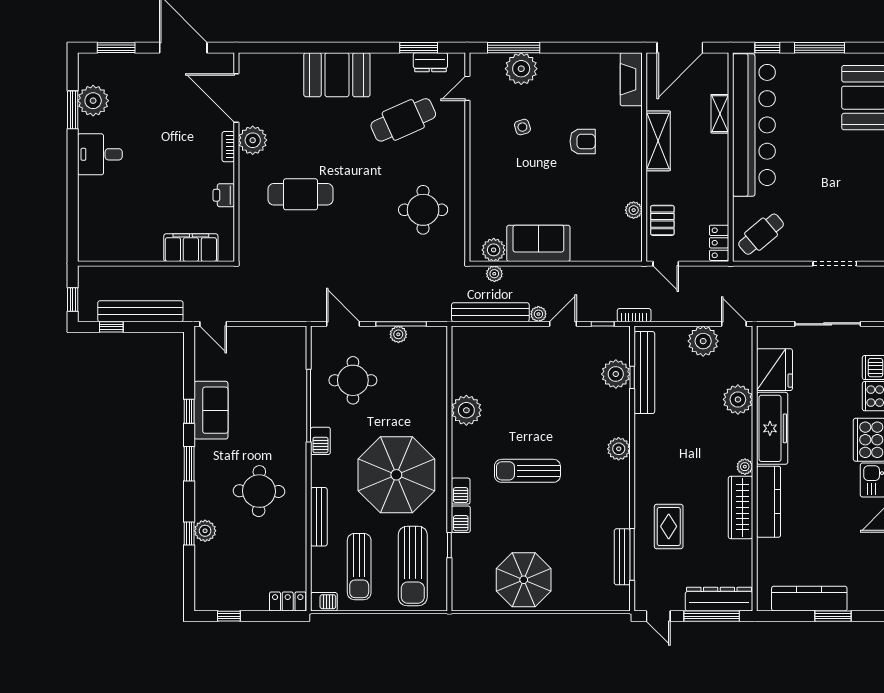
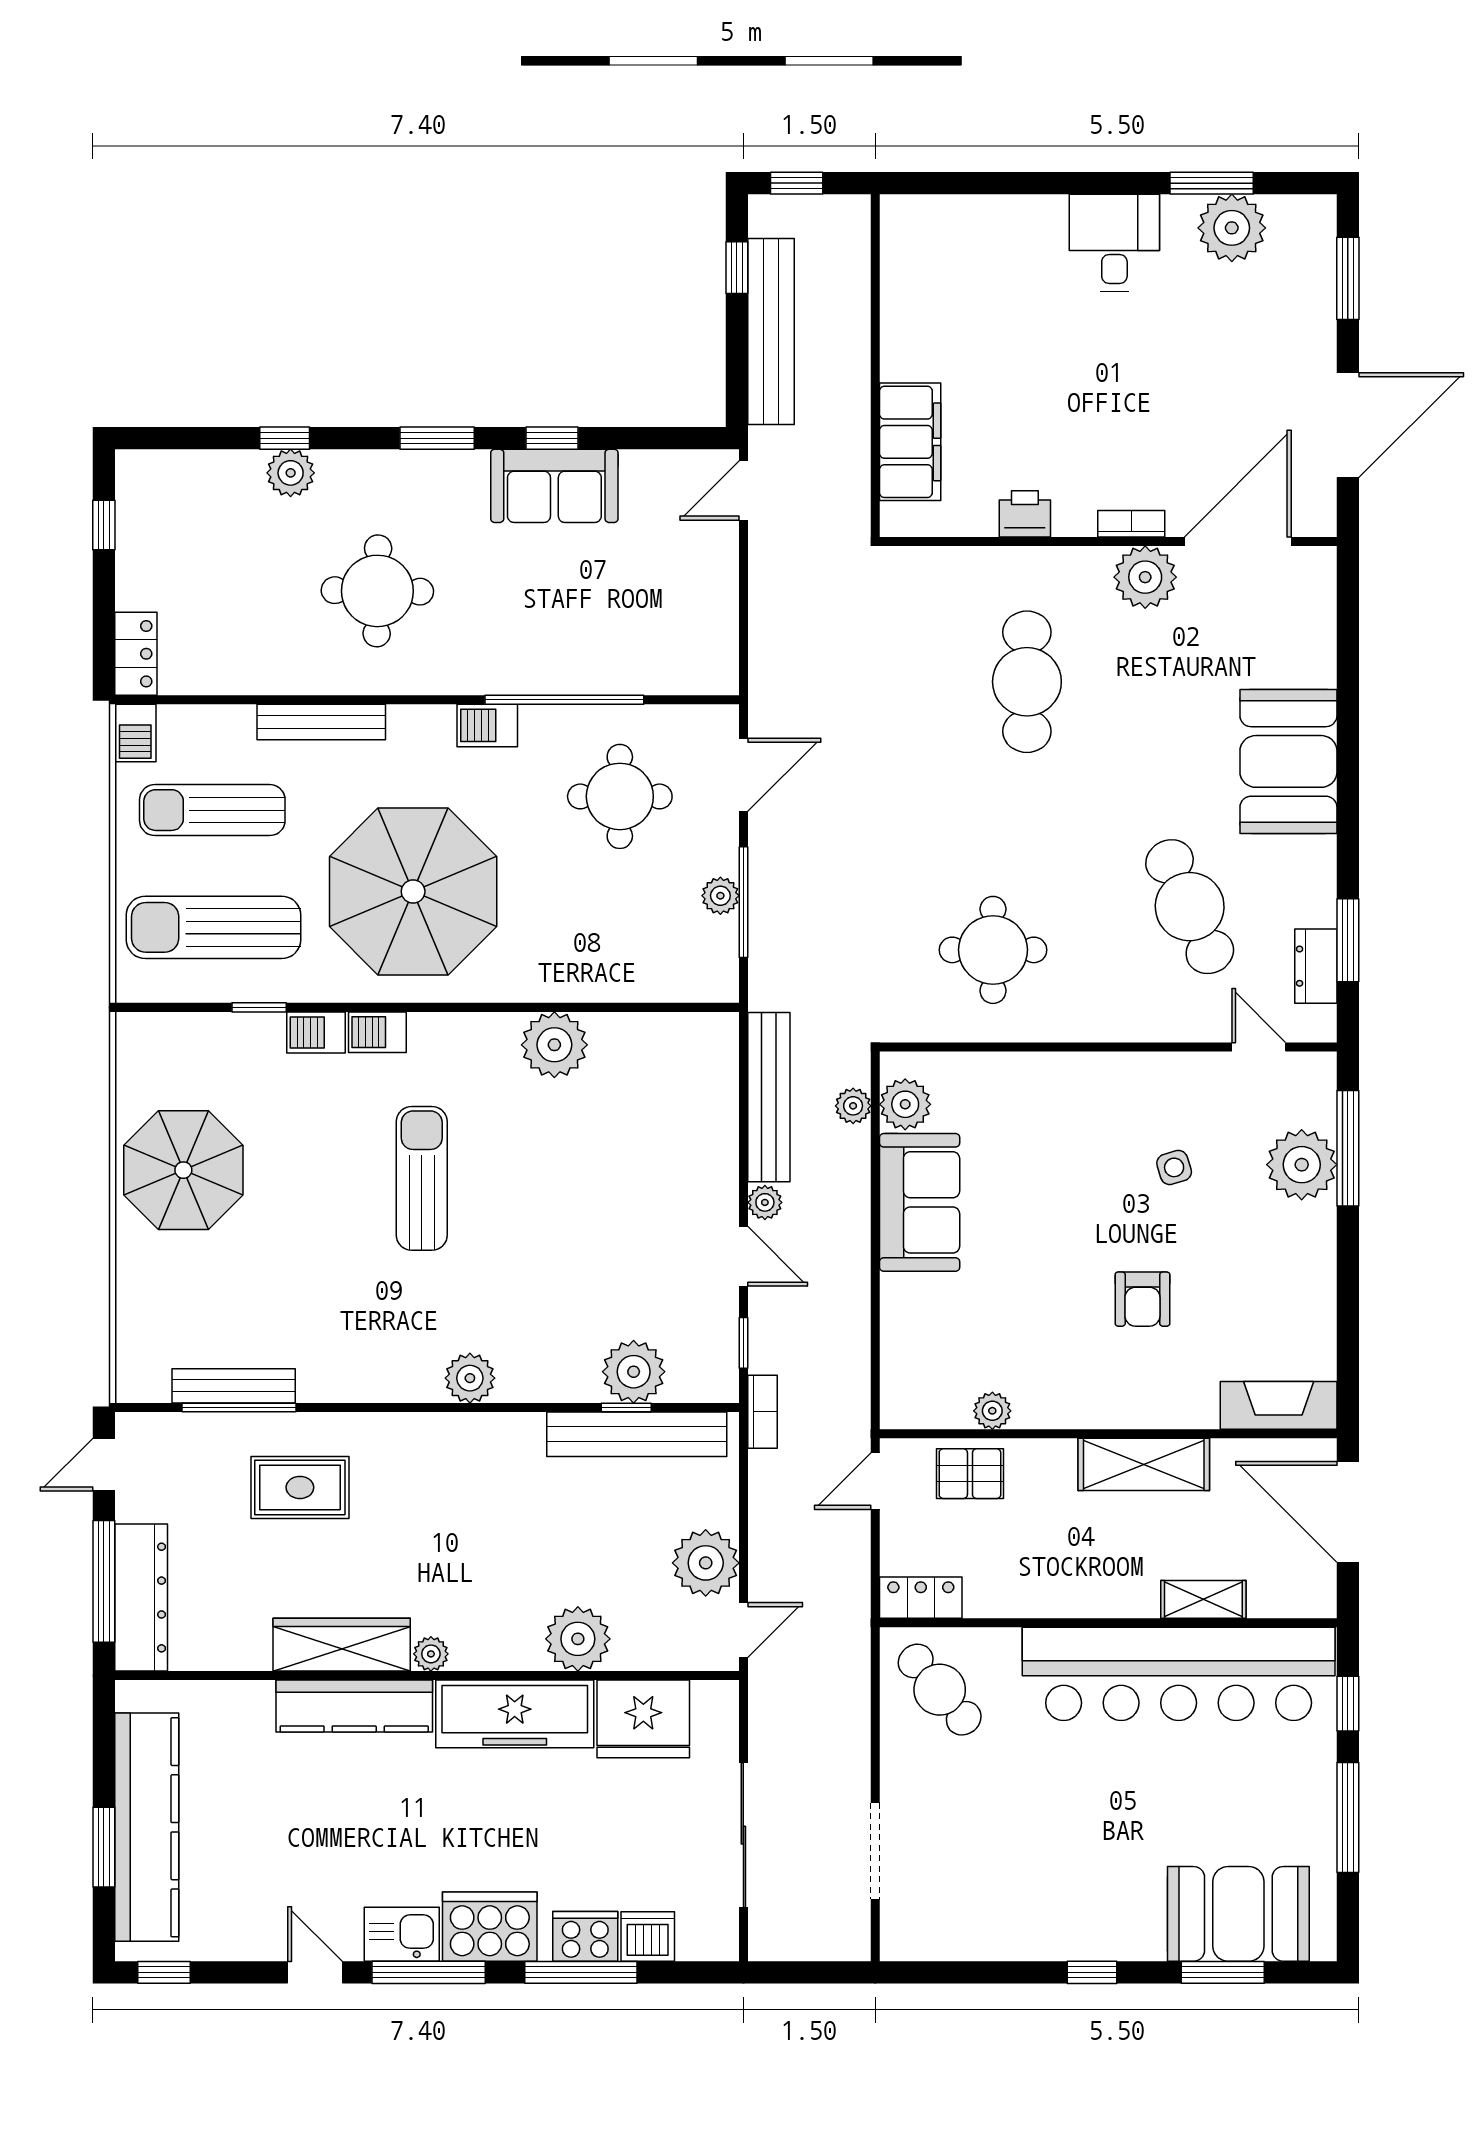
kitchen counter: (809, 599) -> (147, 1827), width x1.39, depth x1.17

